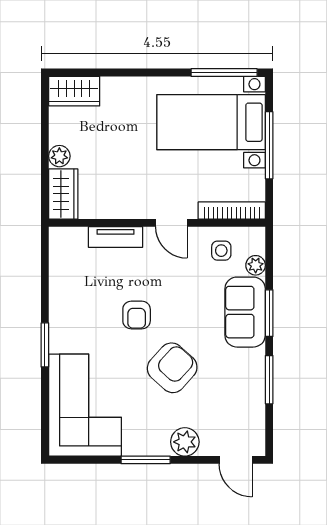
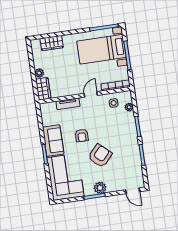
wardrobe: (74, 91) -> (52, 43), moved
door: (171, 223) -> (91, 94), swing flipped
sofa: (245, 312) -> (53, 141), moved, turned 180
plant: (185, 442) -> (100, 188), moved

